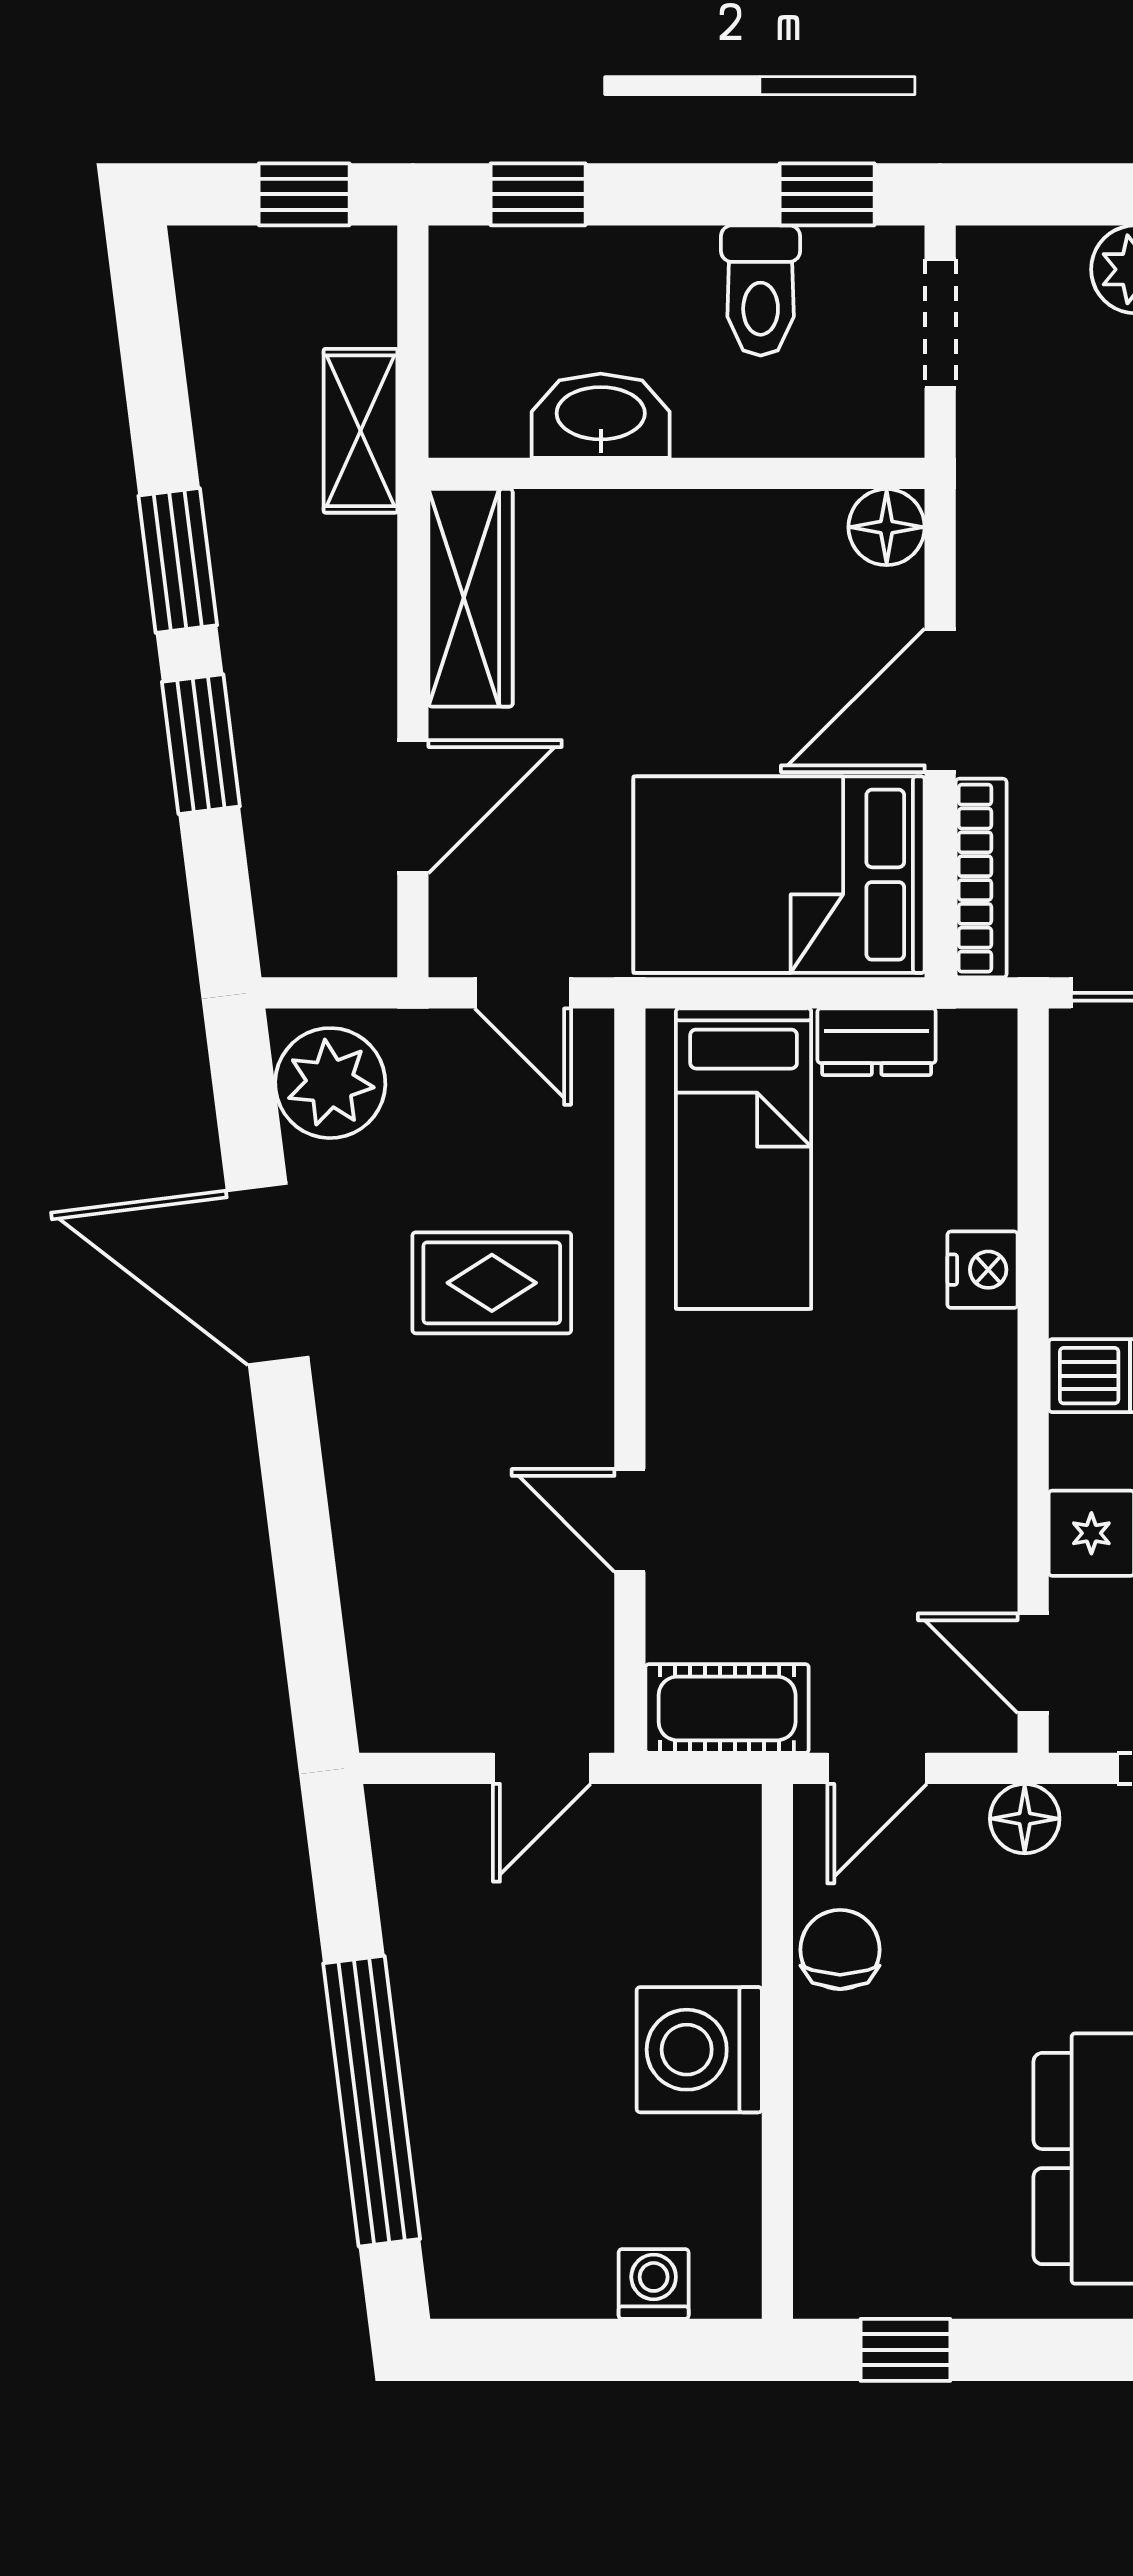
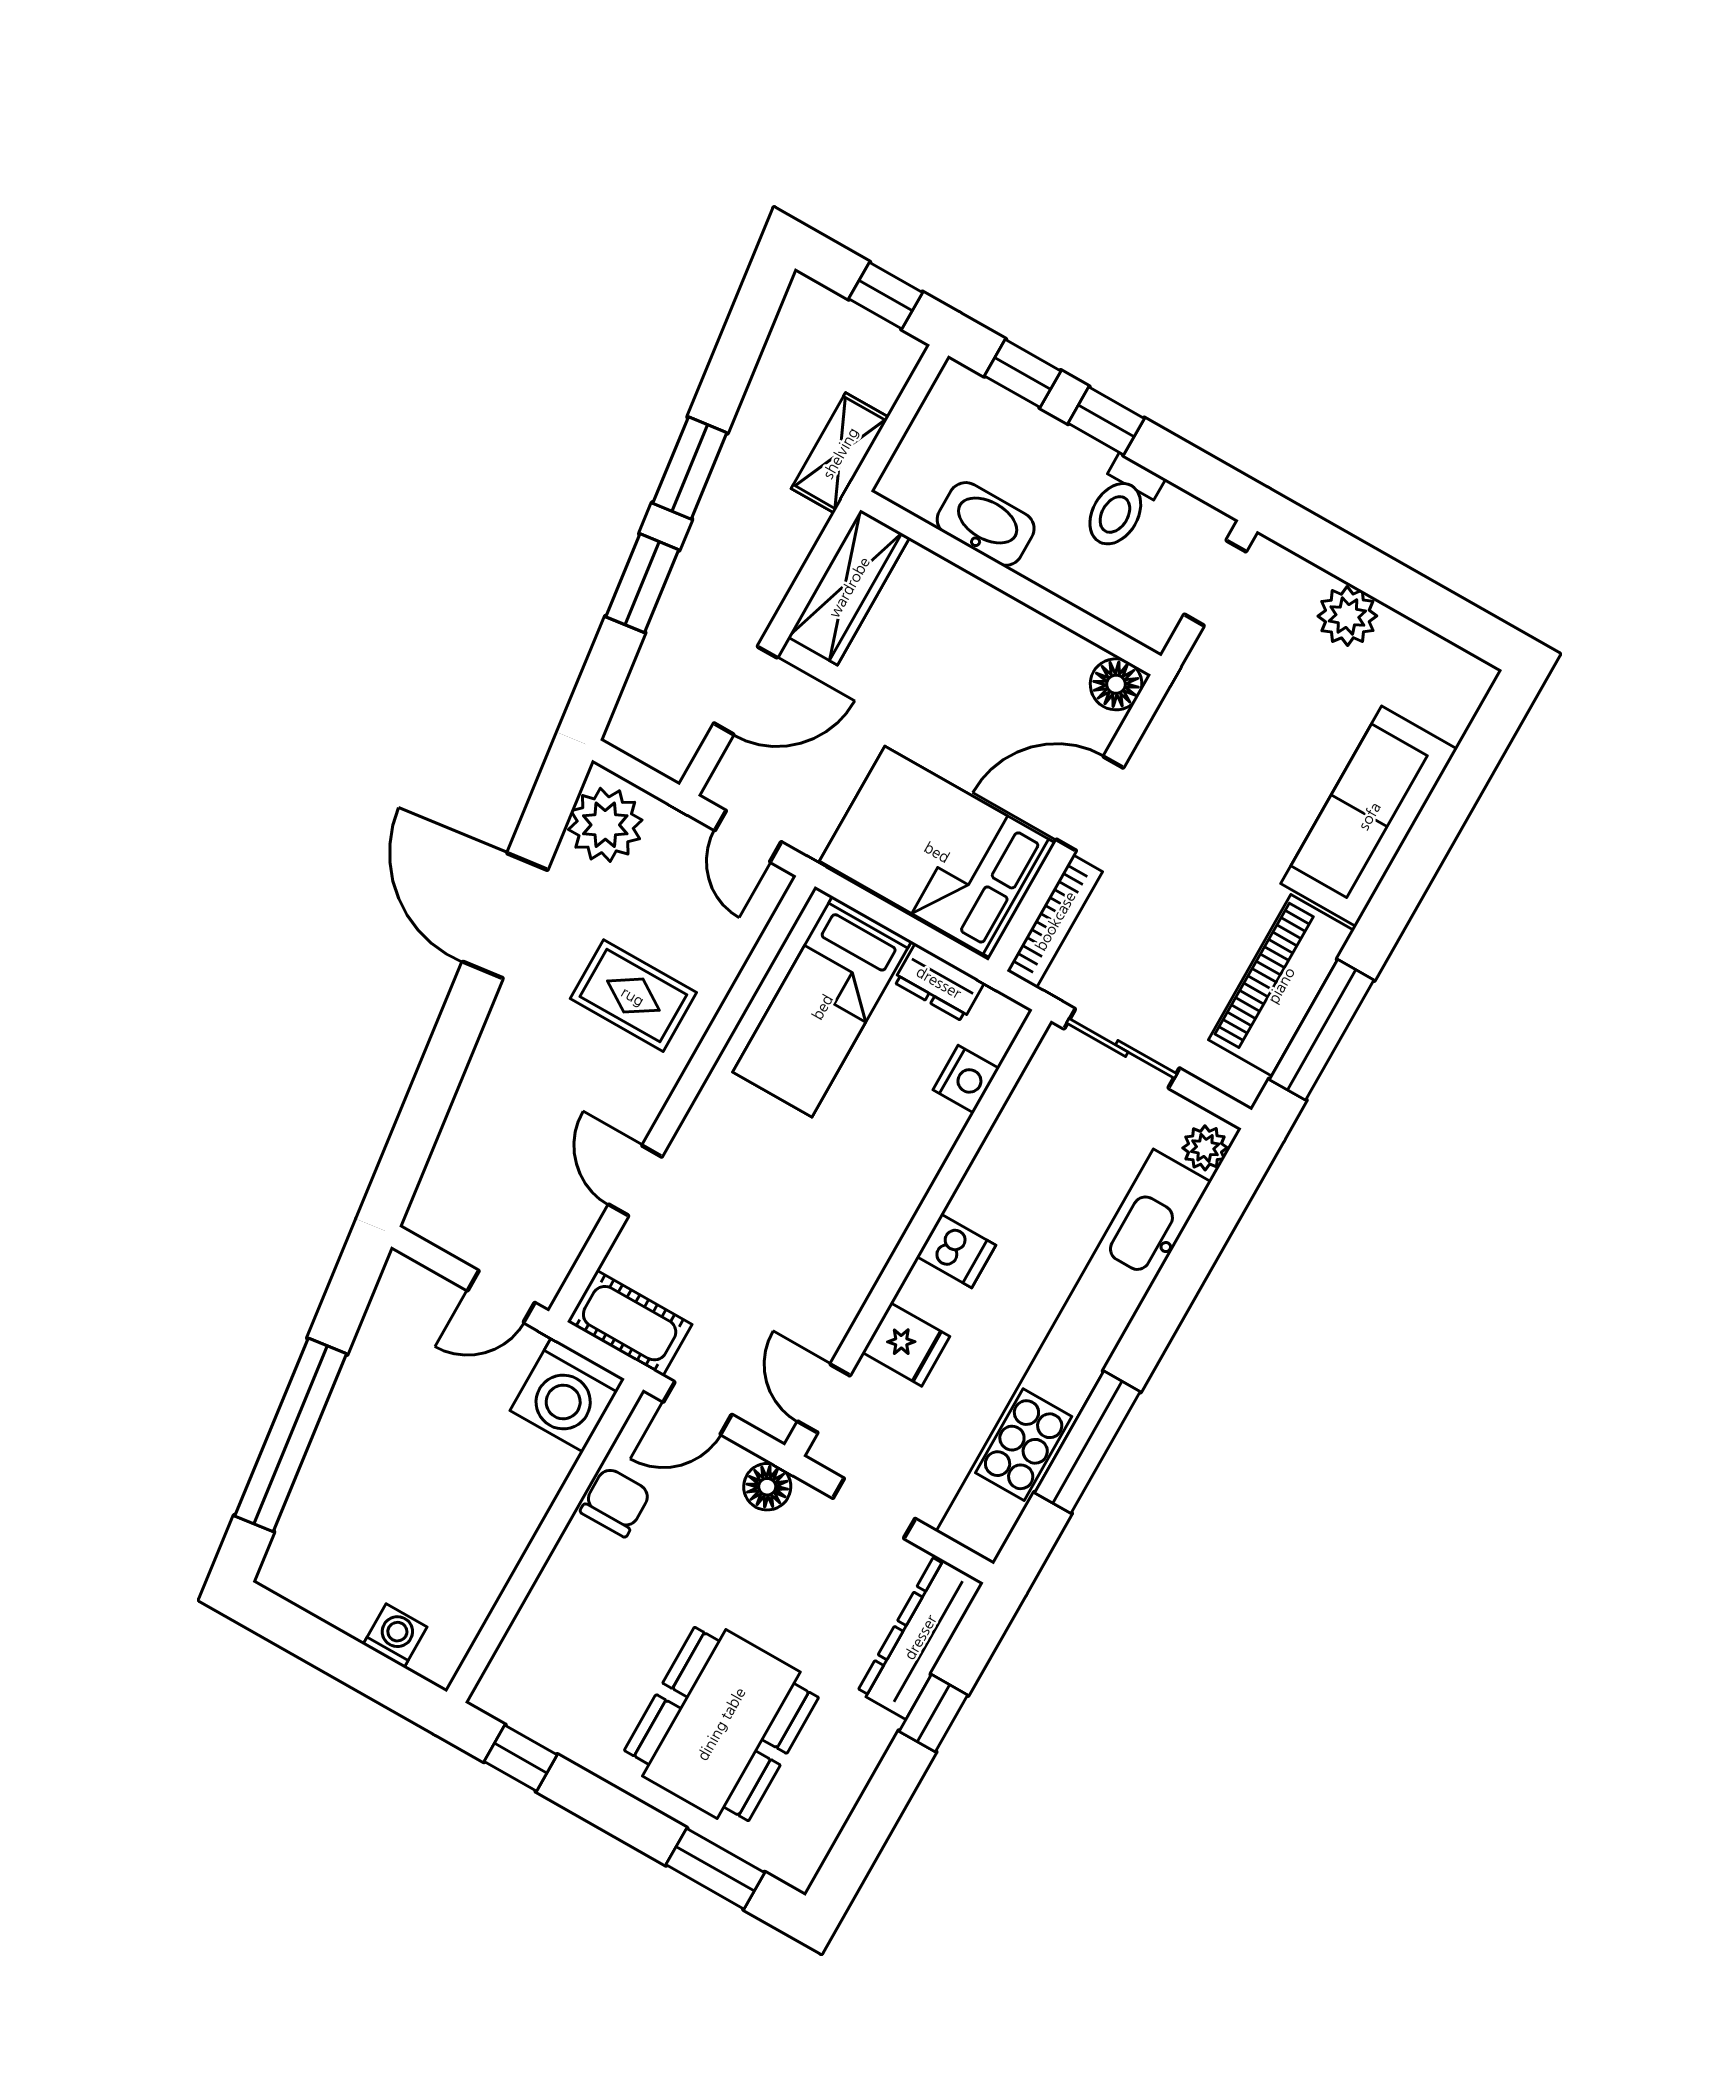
window: (827, 194) -> (1106, 421), moved
nightstand: (983, 1270) -> (966, 1079), moved
washing machine: (699, 2050) -> (567, 1395), moved, turned -90

